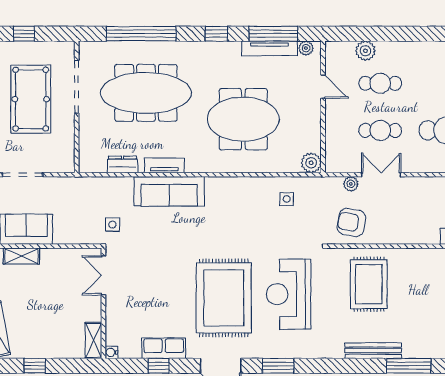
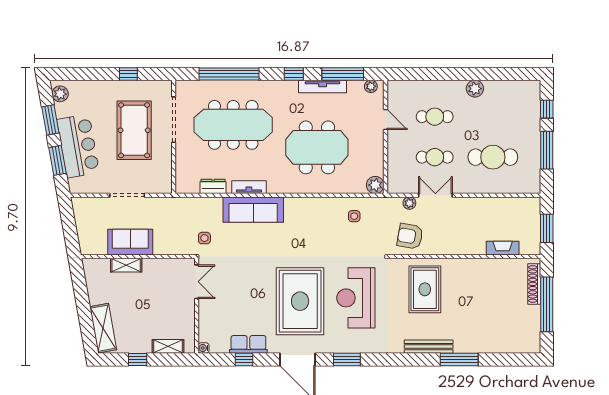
tv unit: (269, 48) -> (323, 87), moved
plant: (365, 51) -> (475, 89), moved
double door: (103, 275) -> (197, 282), swing flipped
shelving: (93, 340) -> (168, 346), moved, turned 90

